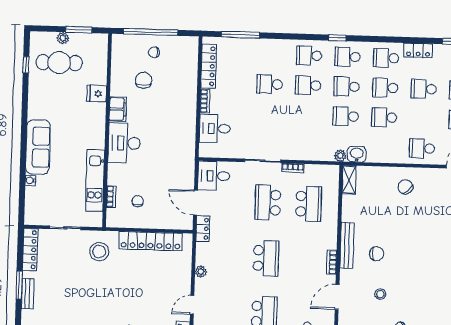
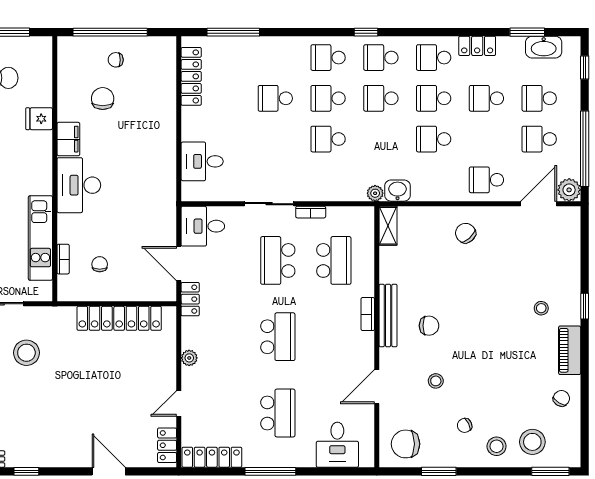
bookcase: (205, 101) -> (188, 124), removed
school desk: (346, 116) -> (328, 139), moved
stool: (99, 252) -> (26, 353), moved
bookcase: (332, 262) -> (368, 314), moved

